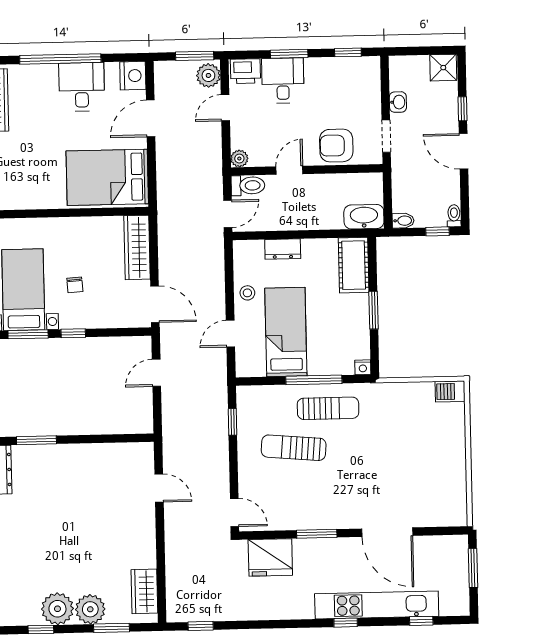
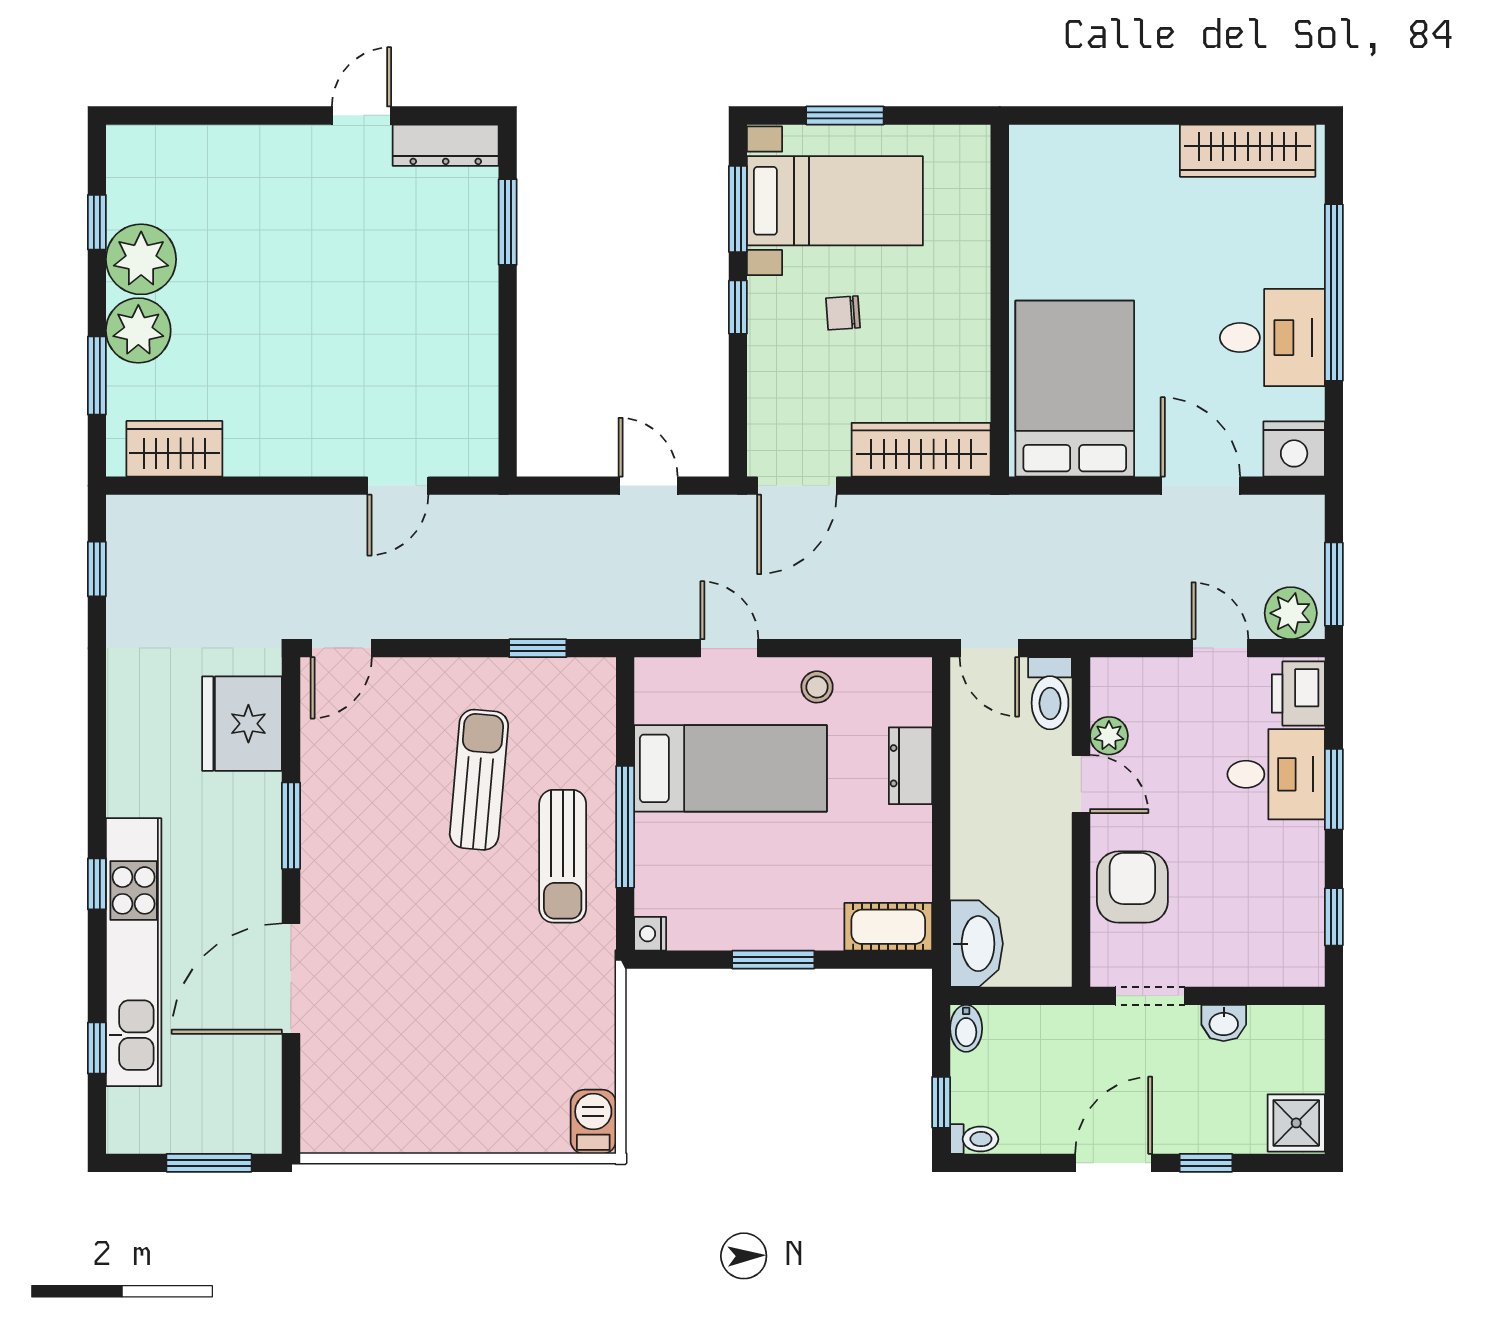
plant: (239, 159) -> (1109, 736), moved
cot: (354, 265) -> (888, 927), width x0.73, depth x0.75

